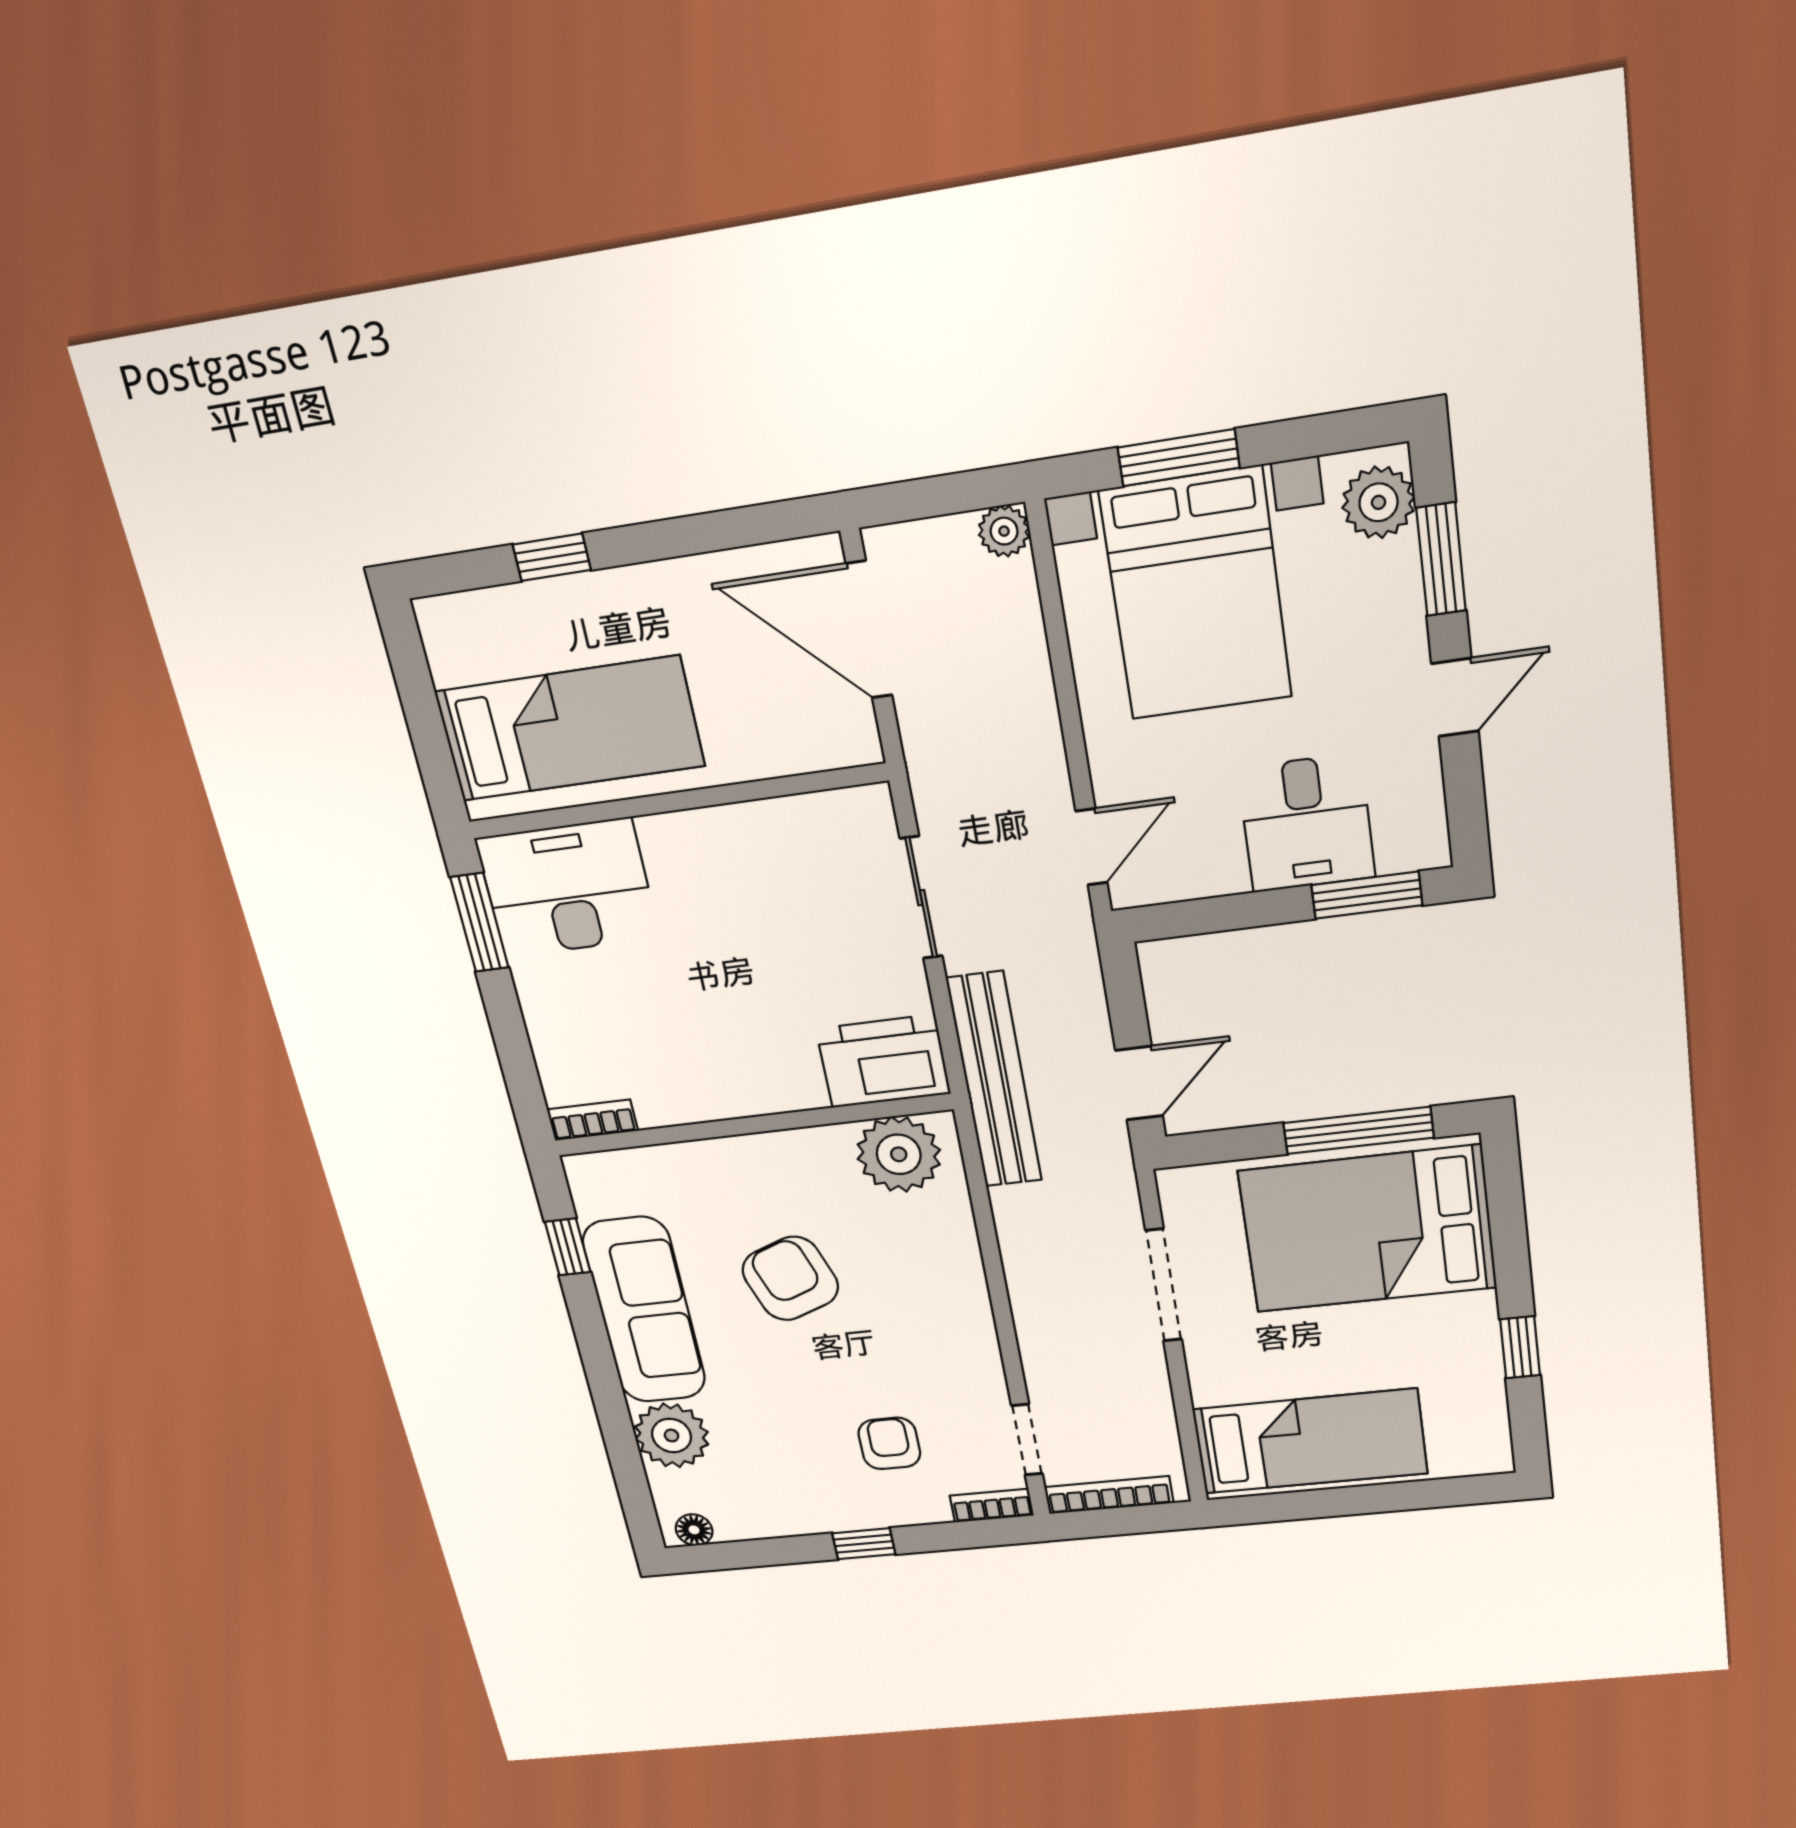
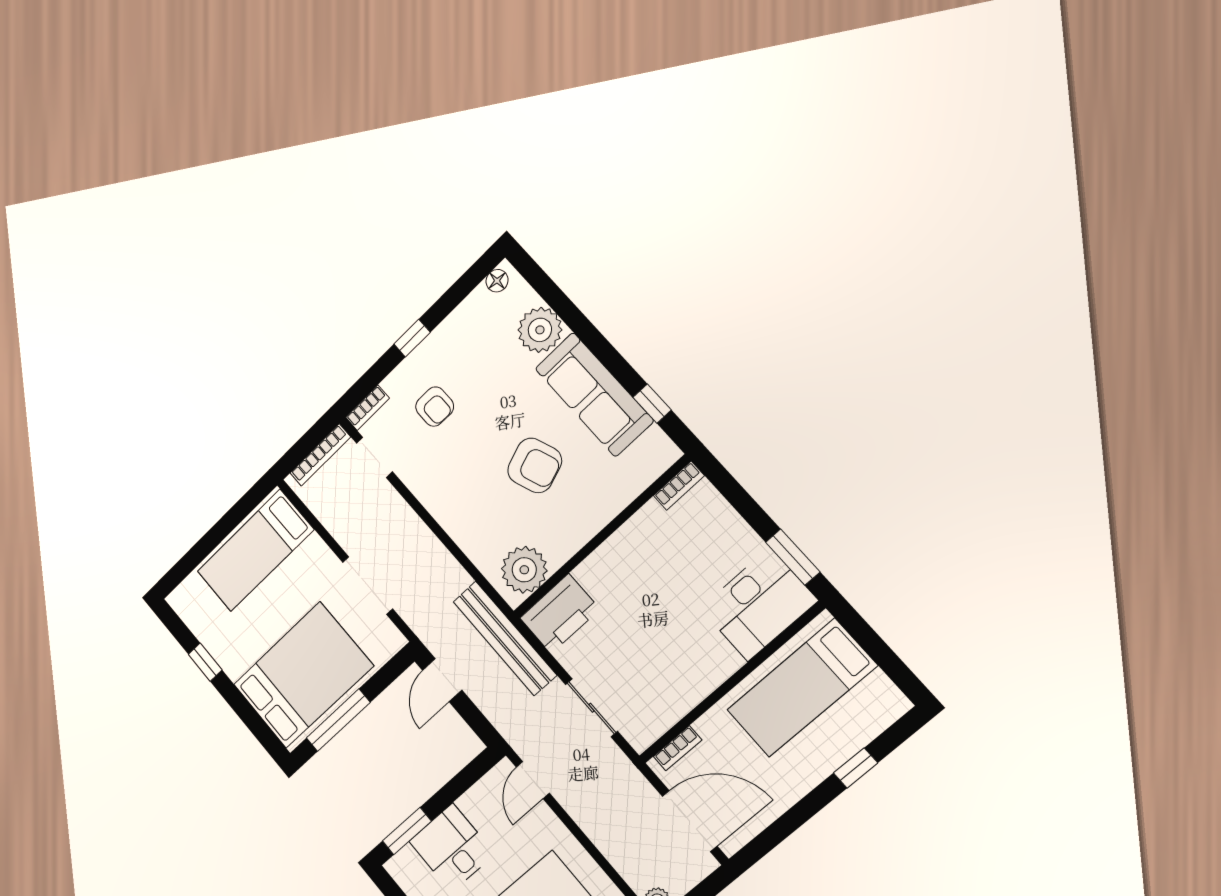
bookcase: (820, 755) -> (678, 748), added

